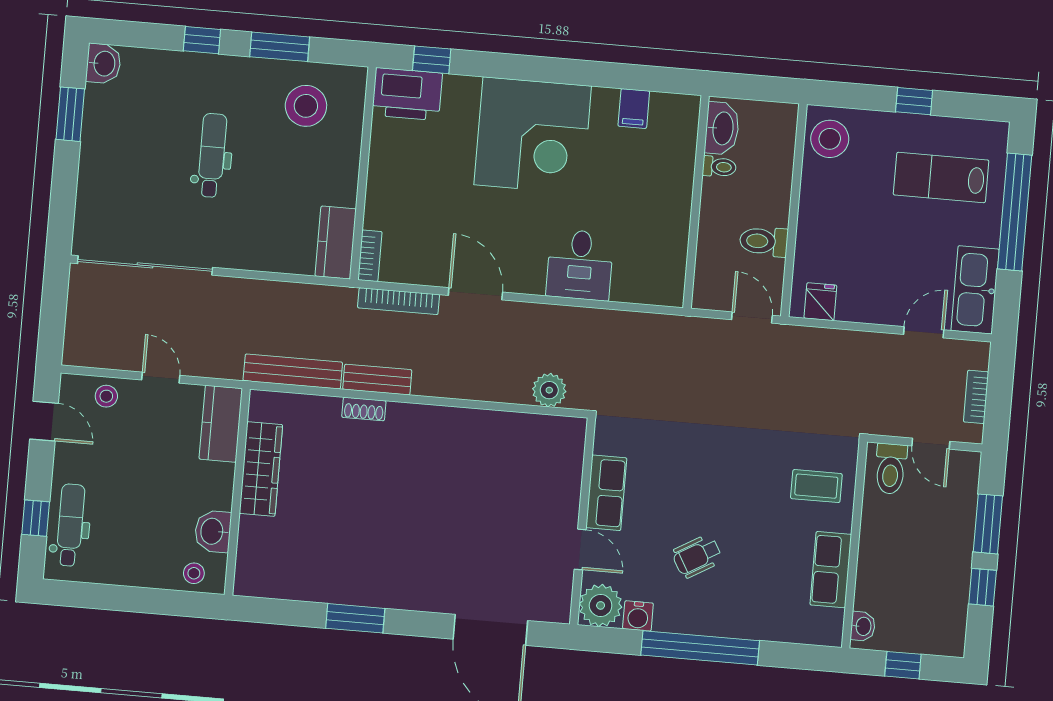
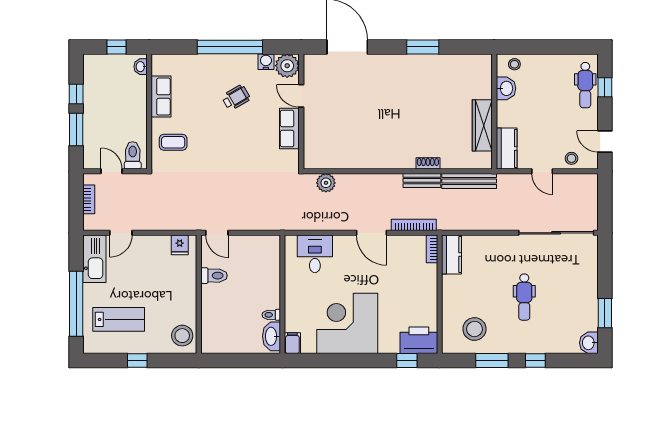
washbasin: (722, 128) -> (272, 336), moved
toilet: (719, 167) -> (271, 315), moved
wall: (696, 202) -> (282, 294), moved

